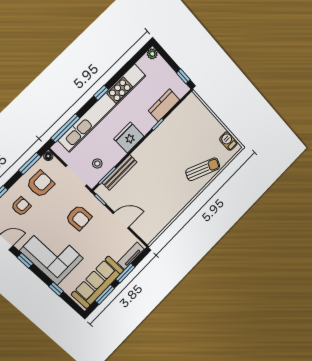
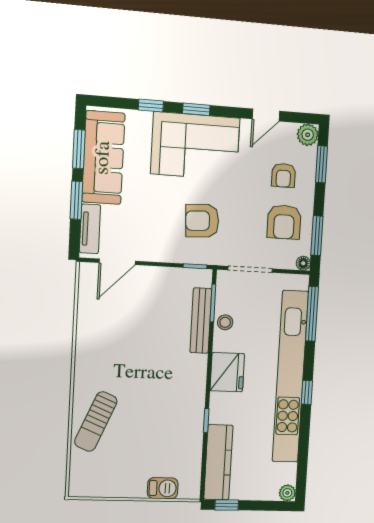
kitchen counter: (164, 105) -> (218, 462), width x1.50
barbecue: (228, 141) -> (163, 488), moved
stool: (97, 164) -> (225, 322), moved
door: (121, 220) -> (117, 262), moved
window: (25, 261) -> (196, 109), moved

